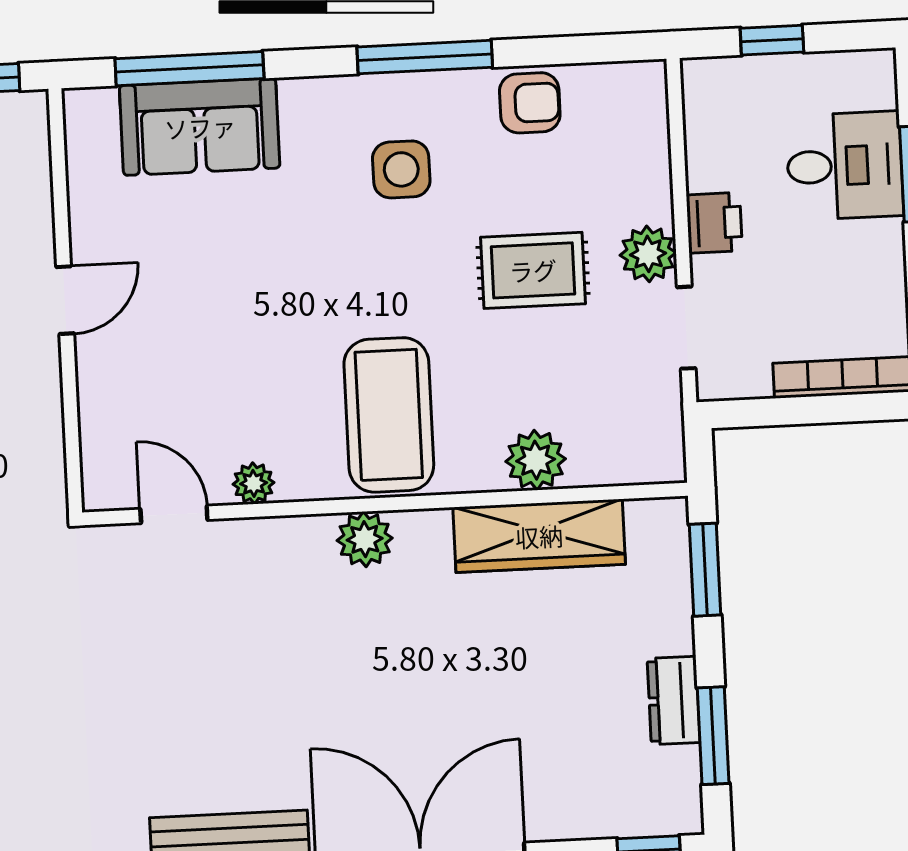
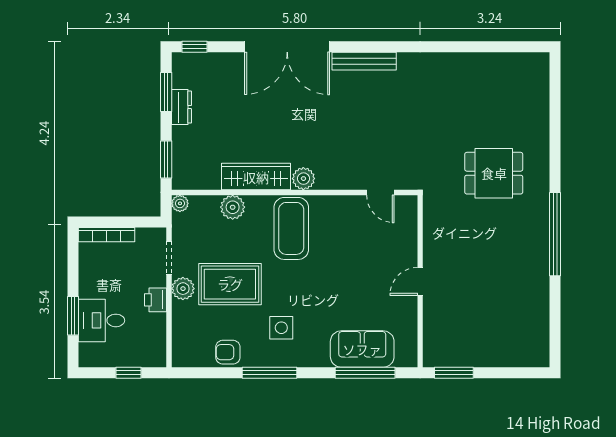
rug: (533, 270) -> (230, 284), width x1.36, depth x1.43
plant: (254, 483) -> (180, 203), moved
wardrobe: (539, 536) -> (256, 177), moved

